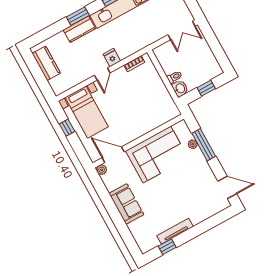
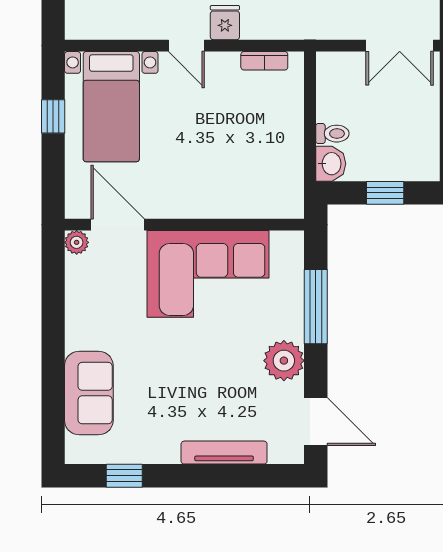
door: (102, 74) -> (186, 46), hinge flipped
plant: (193, 144) -> (284, 361), moved, width x1.88, depth x1.88
sofa: (126, 204) -> (89, 393), moved
tv unit: (175, 231) -> (224, 453), moved

